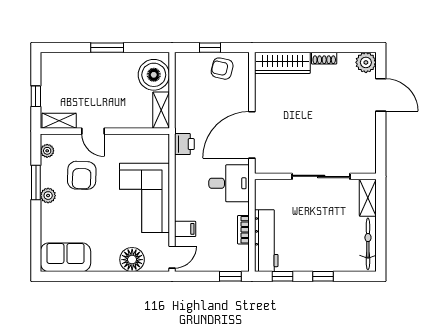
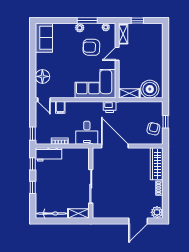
window: (107, 48) -> (166, 62), removed
corner sofa: (144, 198) -> (95, 84), moved
workbench: (266, 241) -> (49, 154), width x0.73

